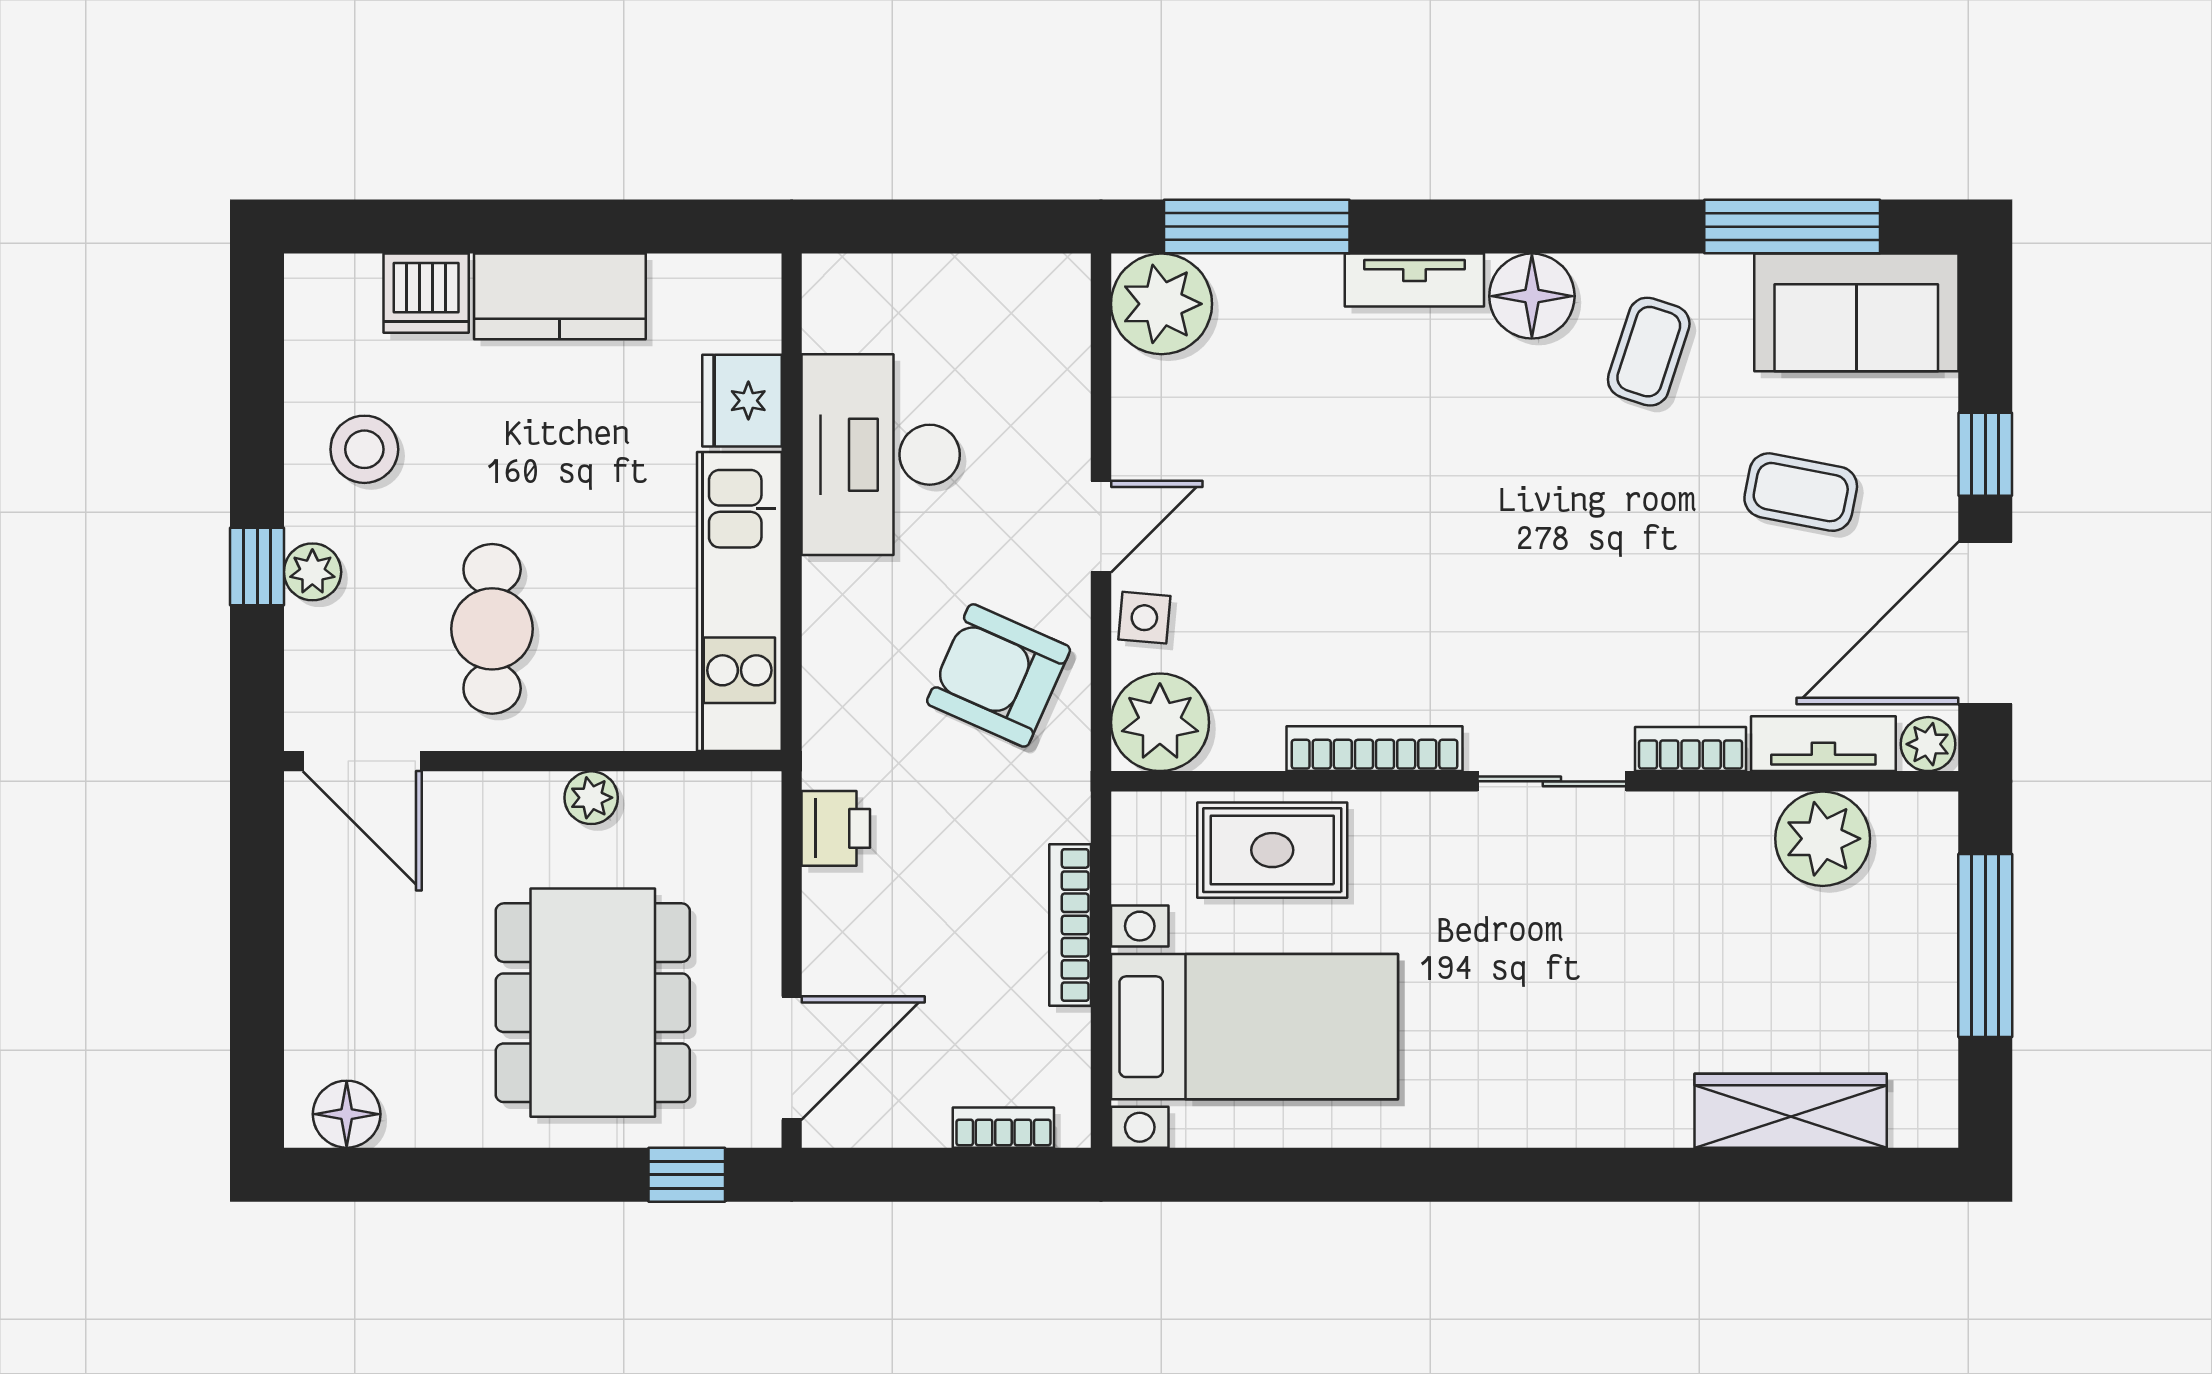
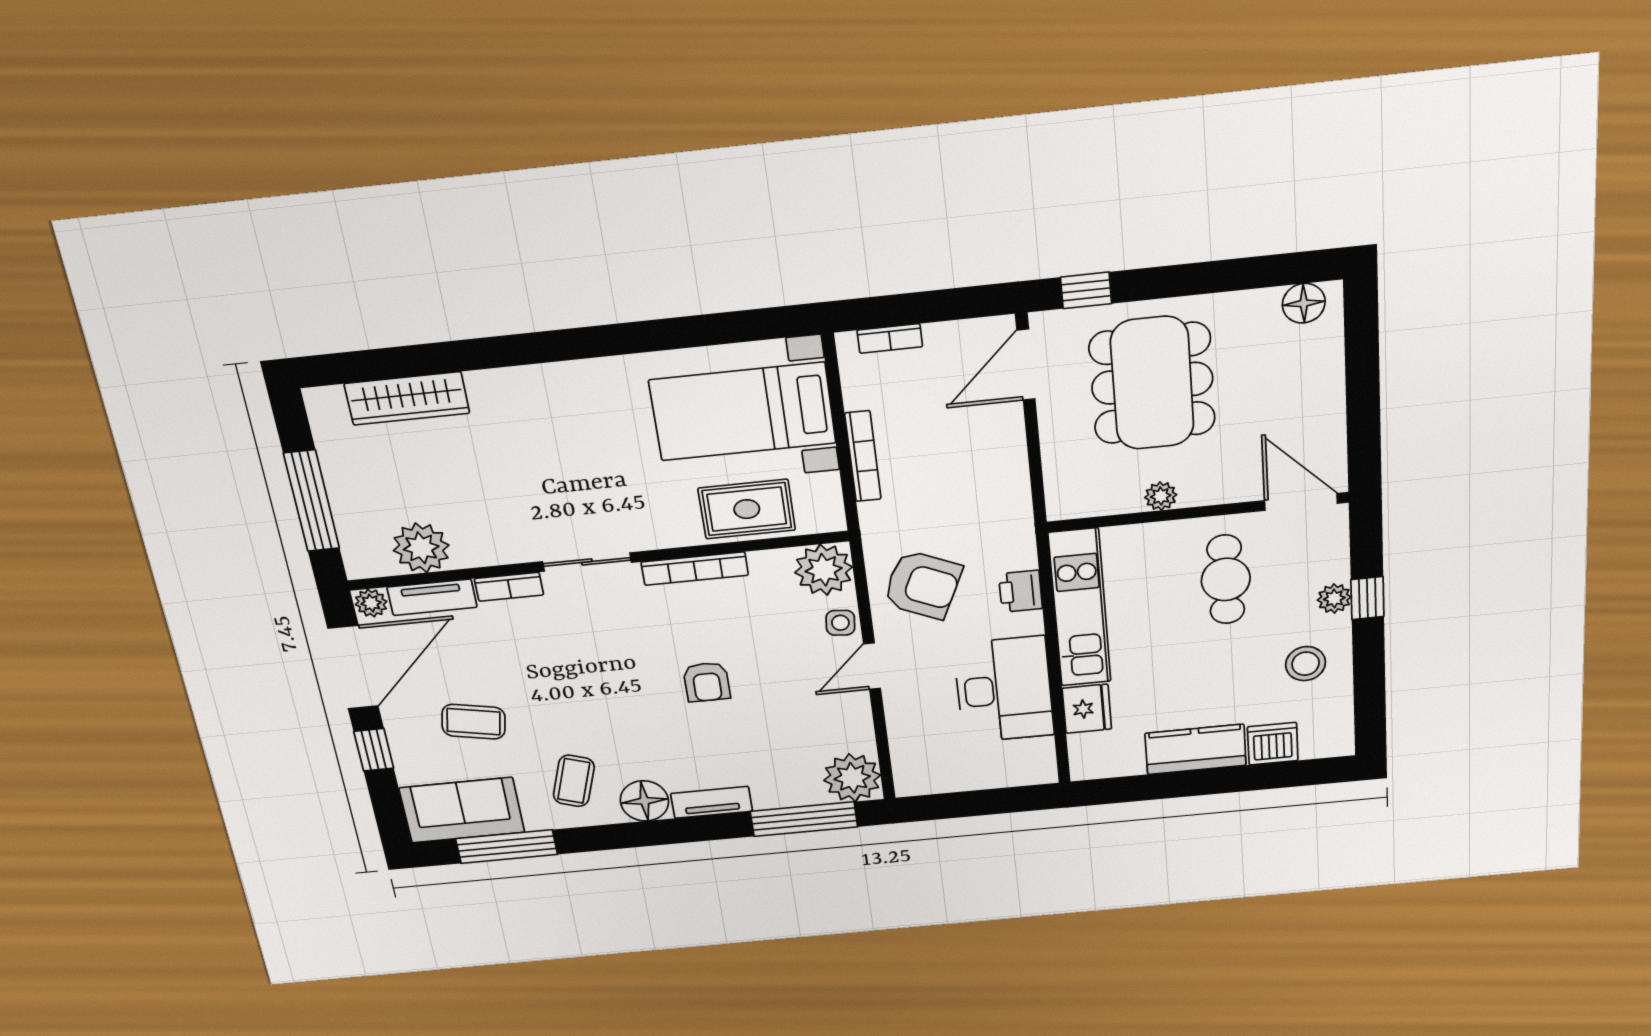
armchair: (1387, 527) -> (707, 682), added
printer: (836, 828) -> (1021, 591), moved

